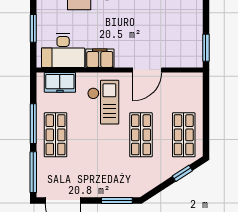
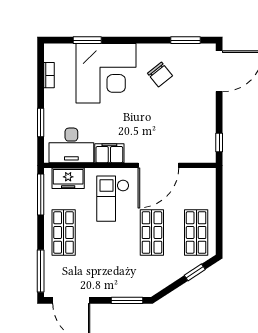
window: (206, 48) -> (219, 143), width x0.67
door: (147, 70) -> (158, 165), width x1.36
checkout: (103, 102) -> (113, 199), turned 180
window: (33, 124) -> (41, 195), moved

